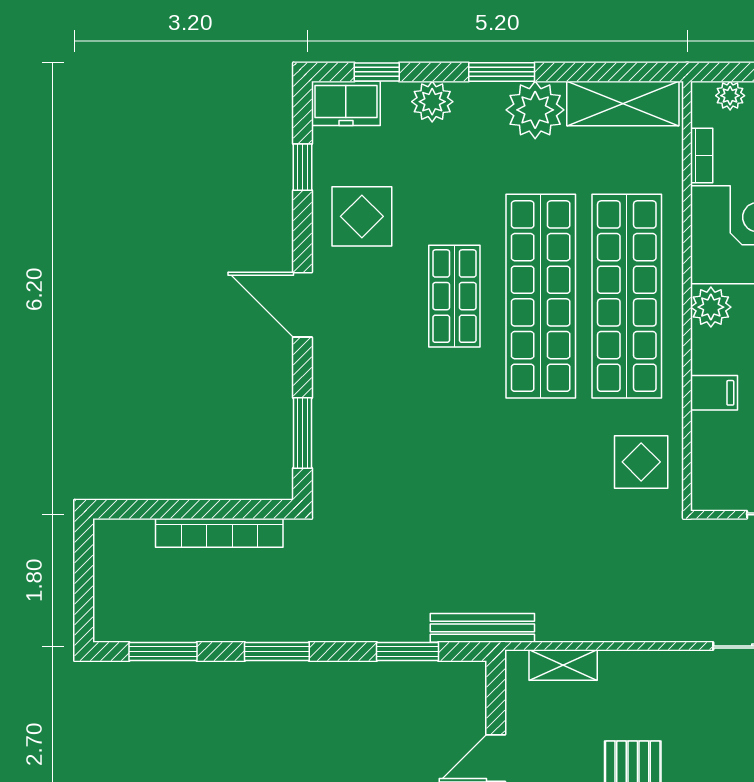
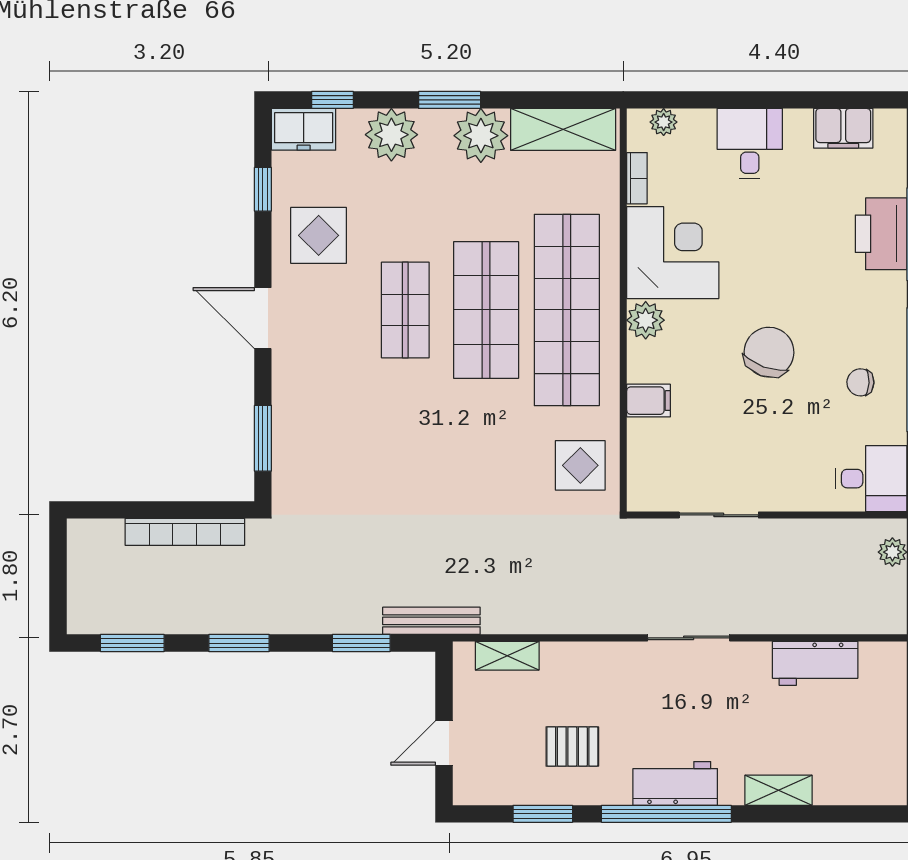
plant: (432, 102) -> (391, 135), width x1.36, depth x1.36
shop shelf: (541, 296) -> (486, 310), width x0.71

